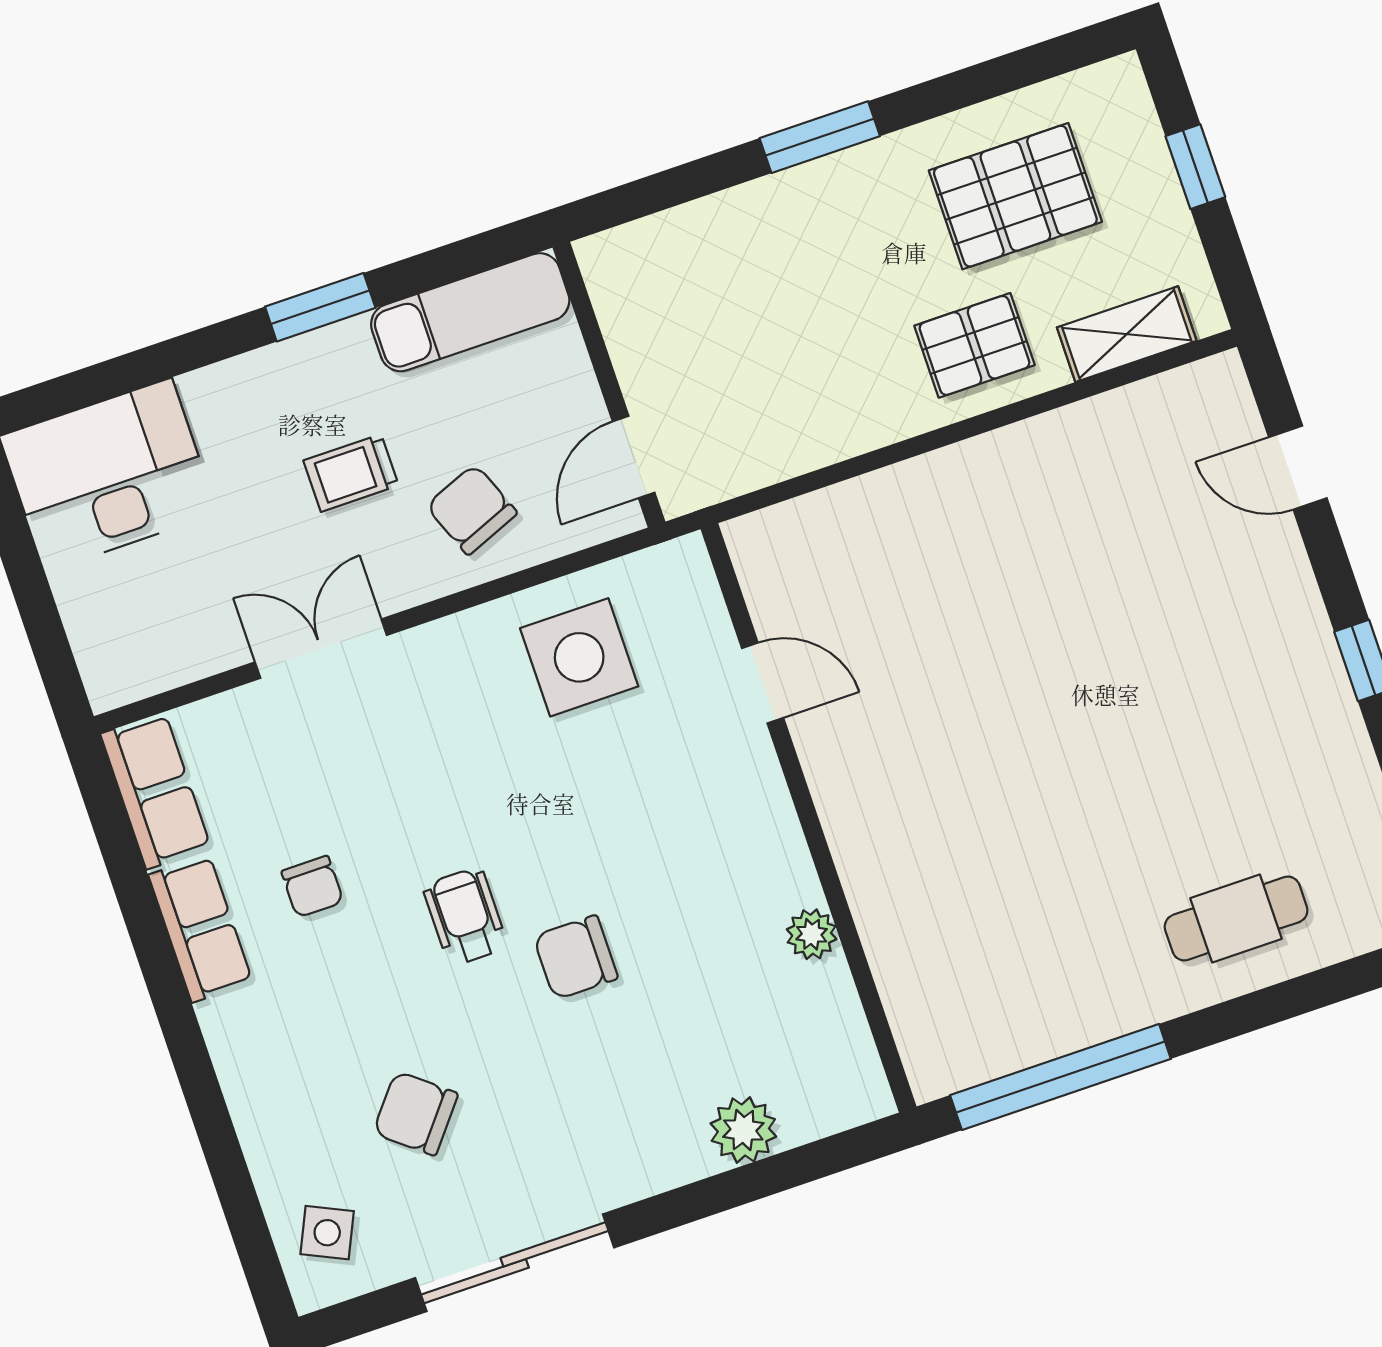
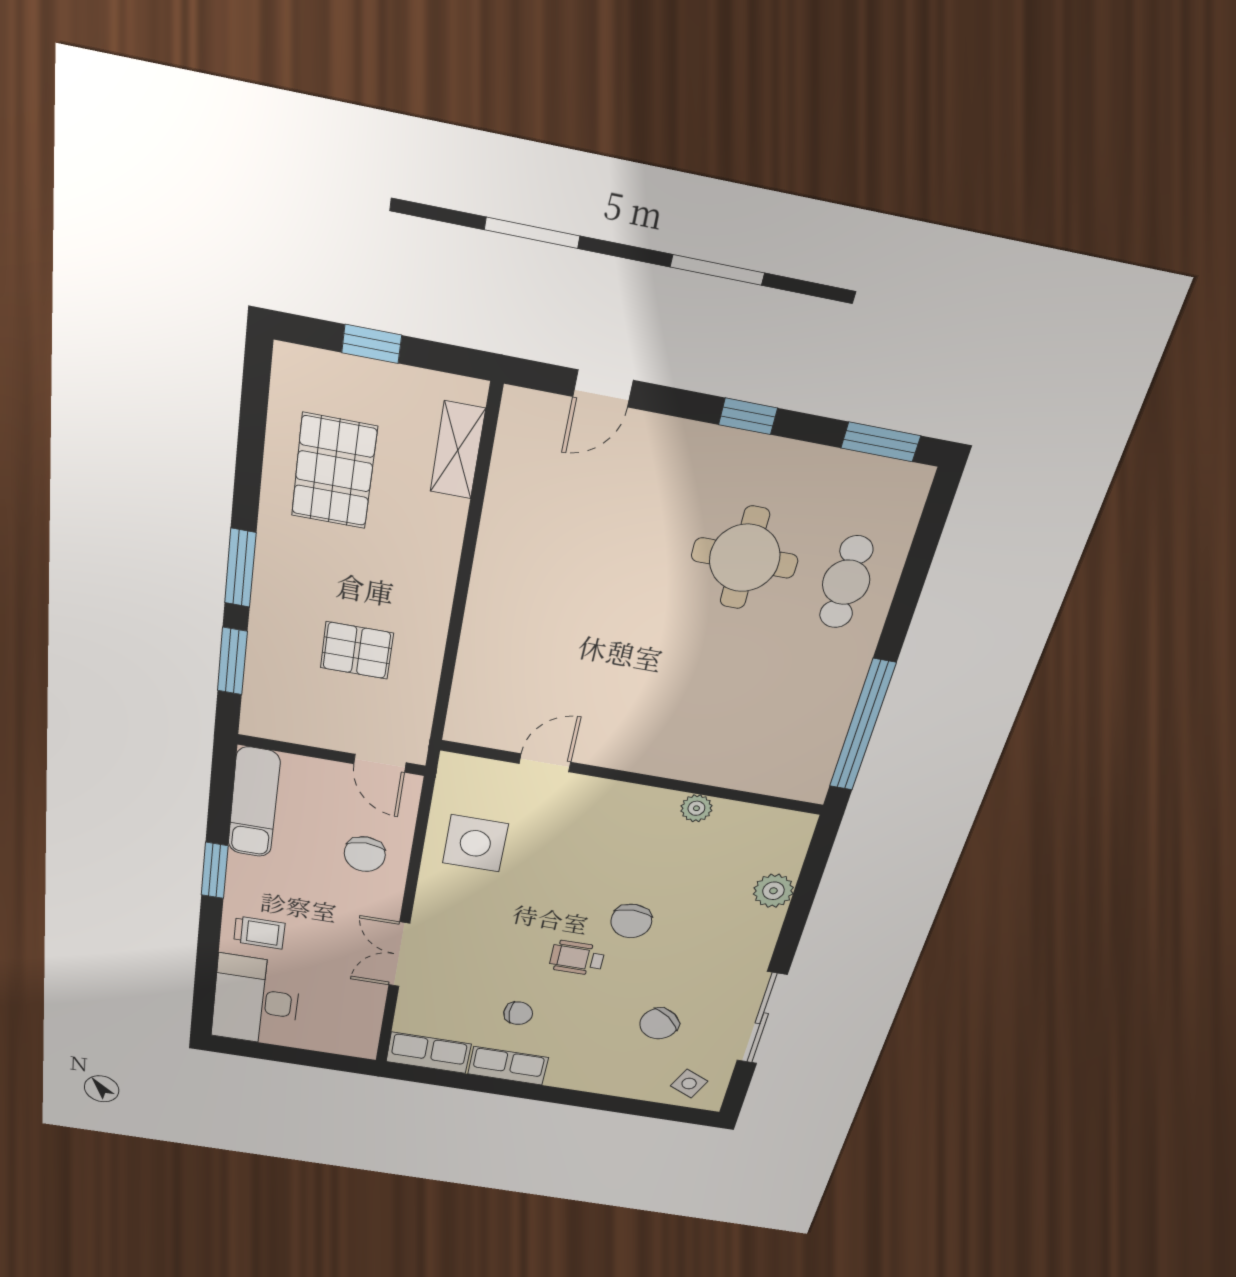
window: (679, 185) -> (232, 661), added
pallet: (974, 345) -> (357, 650), moved, turned 90
trolley: (351, 473) -> (259, 932), moved, turned -90
chair: (471, 509) -> (365, 854), turned -68
round table: (1194, 769) -> (745, 558), added

